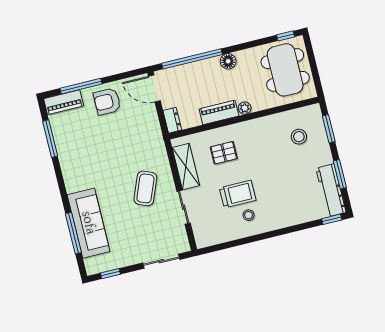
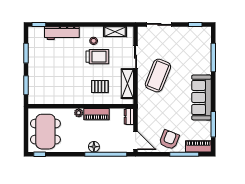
floor lamp: (228, 61) -> (94, 147), moved
armchair: (107, 101) -> (169, 140), turned -69
stool: (299, 137) -> (47, 85), removed
coffee table: (145, 188) -> (158, 75), width x1.36, depth x1.32
workbench: (331, 190) -> (62, 33), moved, turned 90
trolley: (238, 194) -> (97, 57), turned 180
sofa: (89, 223) -> (201, 97), moved
shelving: (221, 236) -> (115, 32), added

